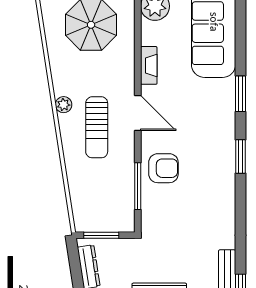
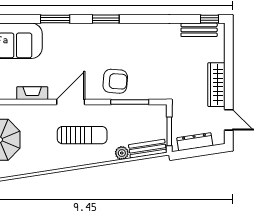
plant: (64, 105) -> (122, 153), moved
armchair: (163, 168) -> (115, 81), turned 94
bench: (80, 208) -> (148, 149), added

